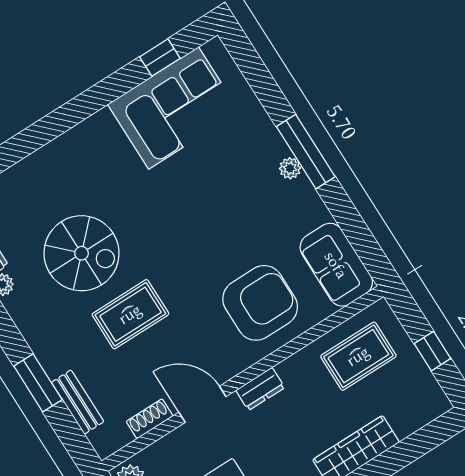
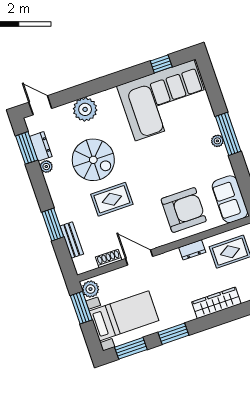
corner sofa: (173, 108) -> (165, 100), width x1.36, depth x1.36
plant: (46, 169) -> (85, 109), added
dresser: (260, 389) -> (192, 250), moved

